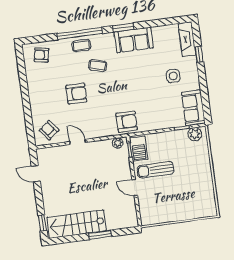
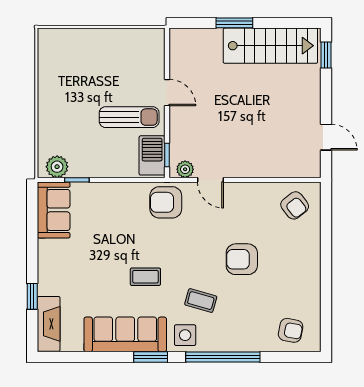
sofa: (134, 40) -> (125, 334), width x1.36
coffee table: (81, 45) -> (145, 277), moved
side table: (173, 76) -> (185, 335), moved
door: (78, 142) -> (210, 180), moved

